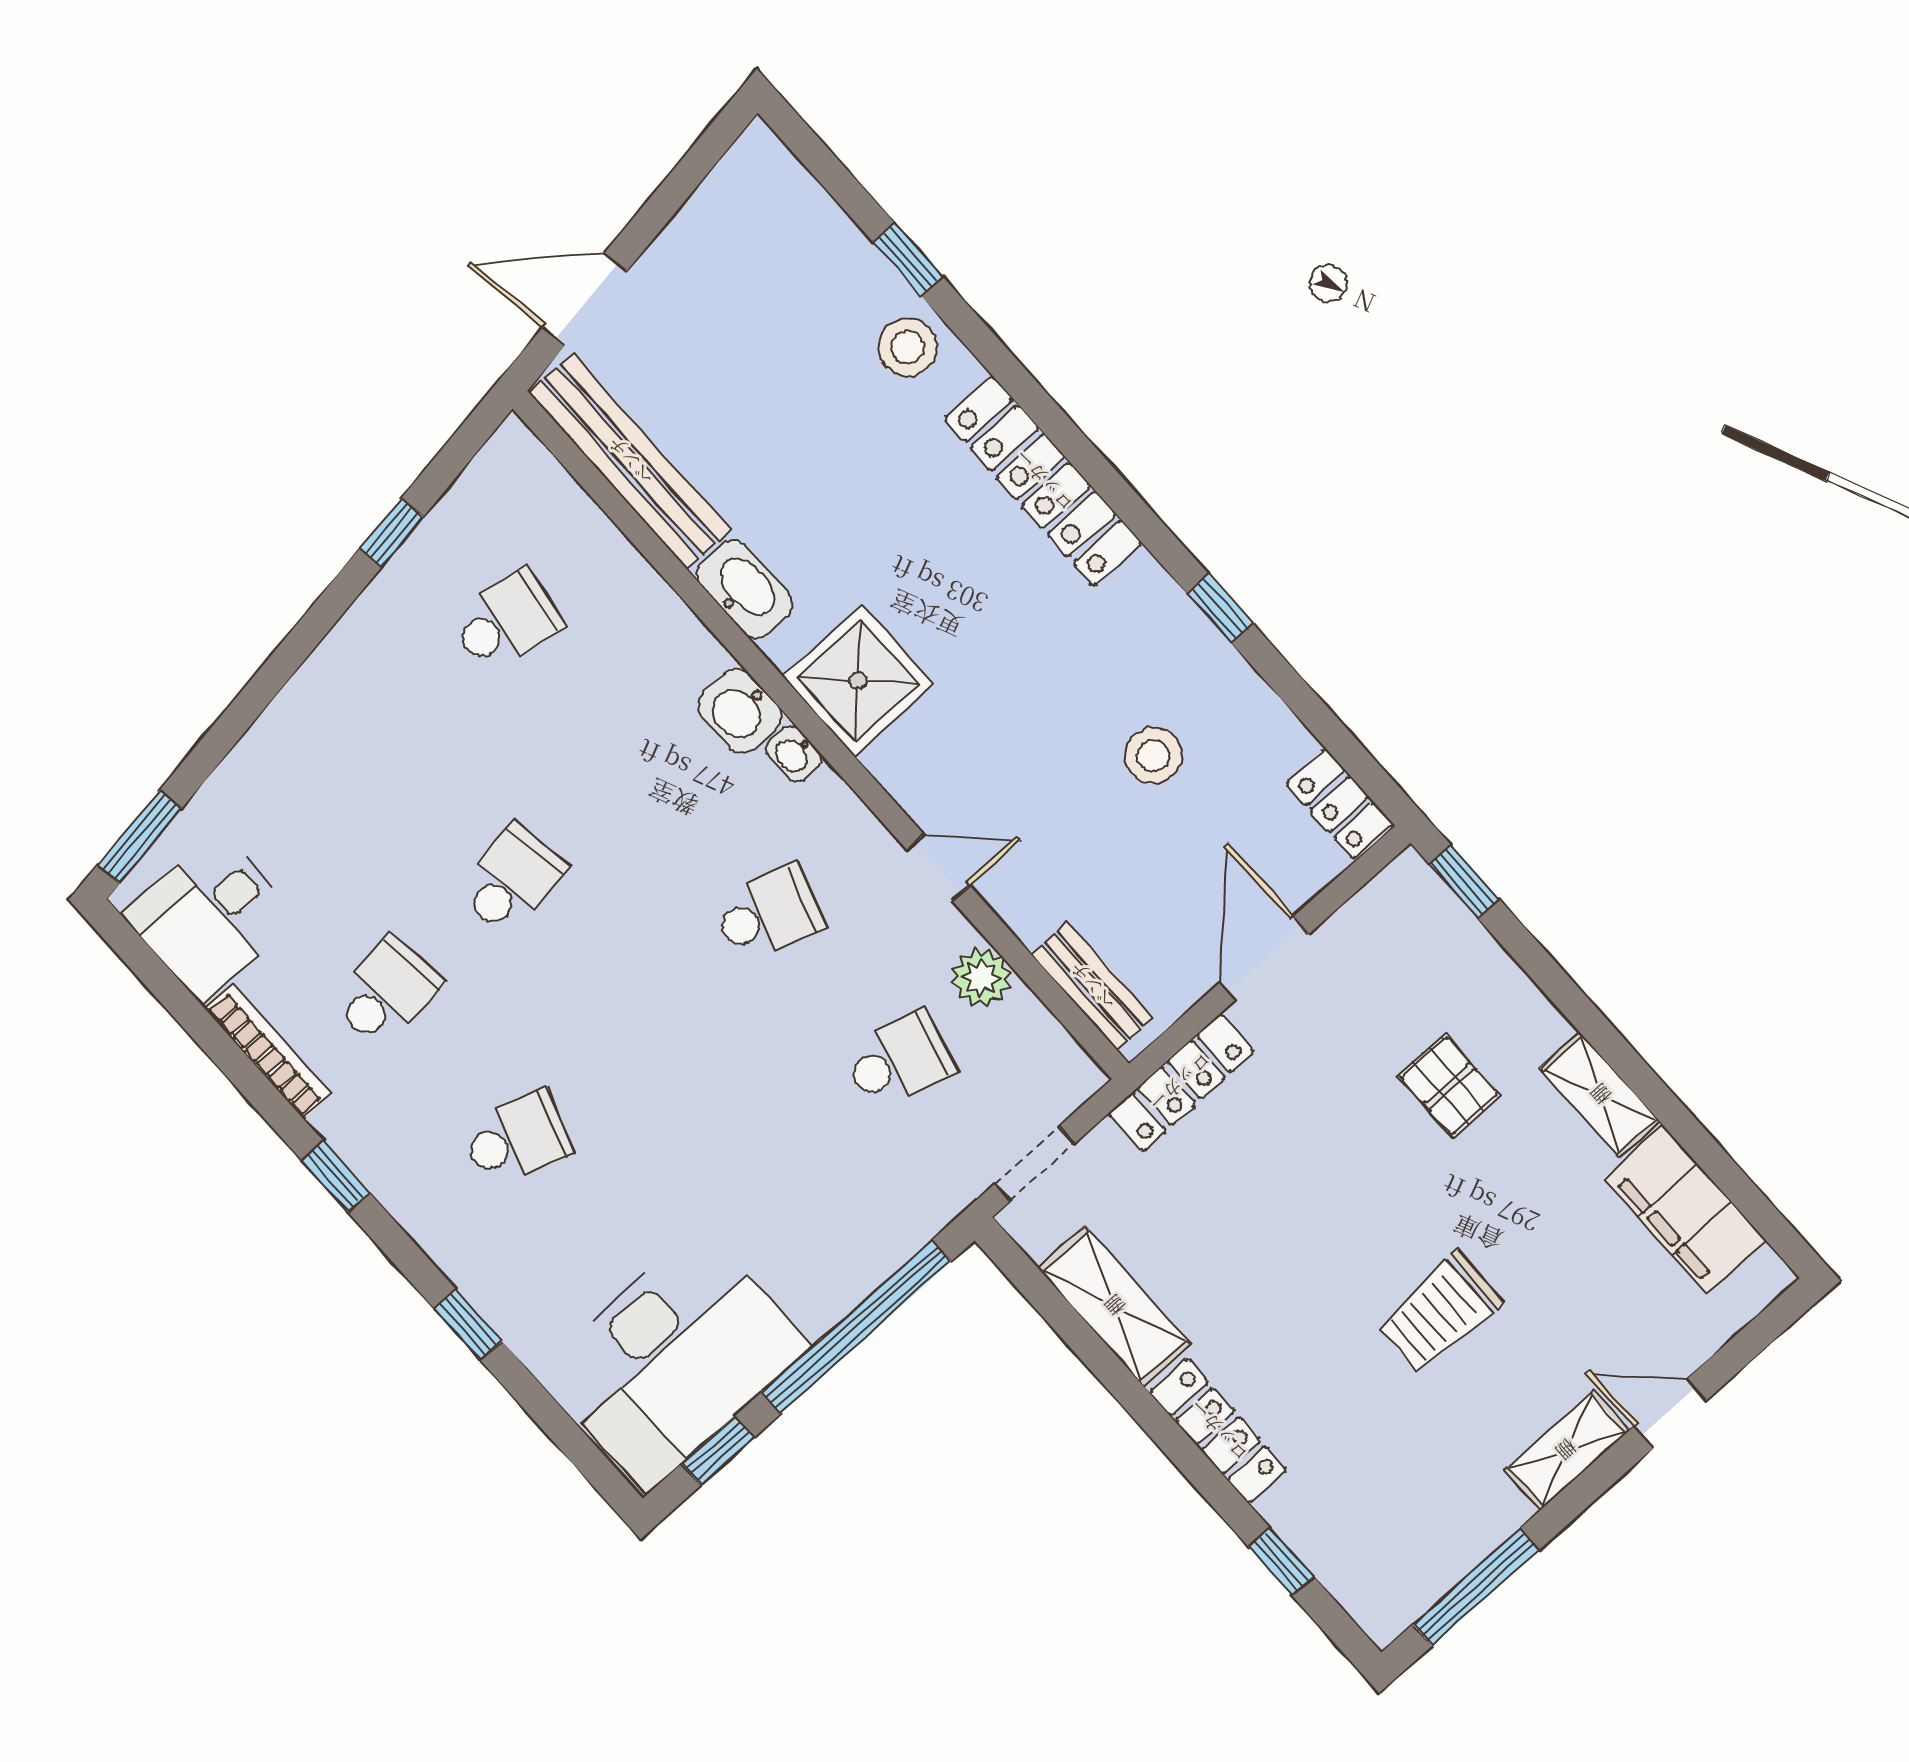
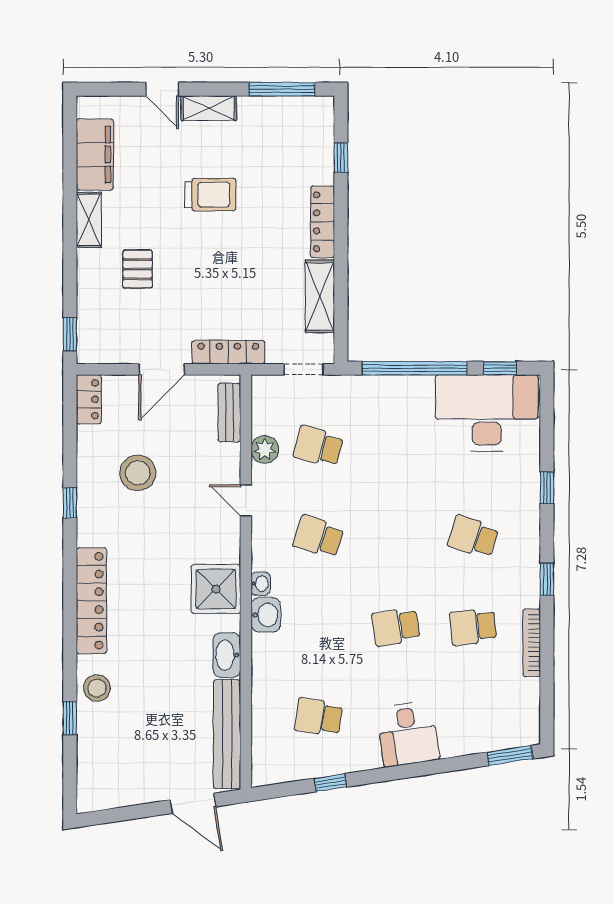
stool: (1153, 756) -> (138, 473), width x1.38, depth x1.38
desk: (210, 916) -> (408, 734), moved, turned 81

